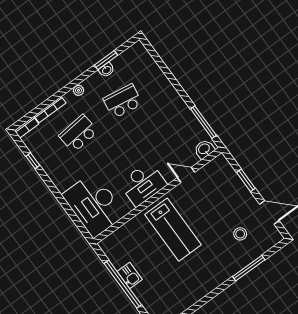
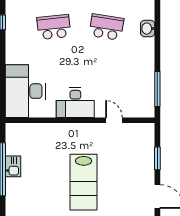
washbasin: (204, 149) -> (148, 29), moved, turned -90
lab bench: (173, 230) -> (84, 182), moved
stool: (240, 234) -> (123, 197), removed

